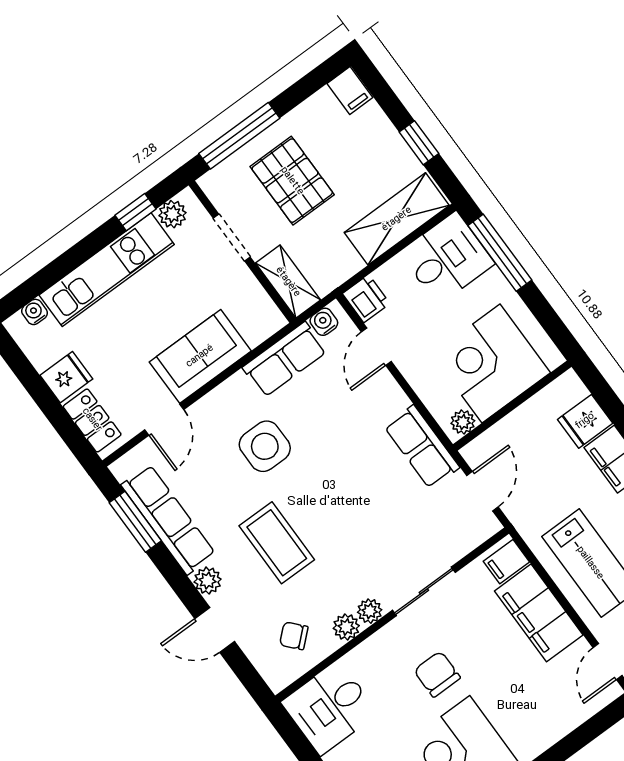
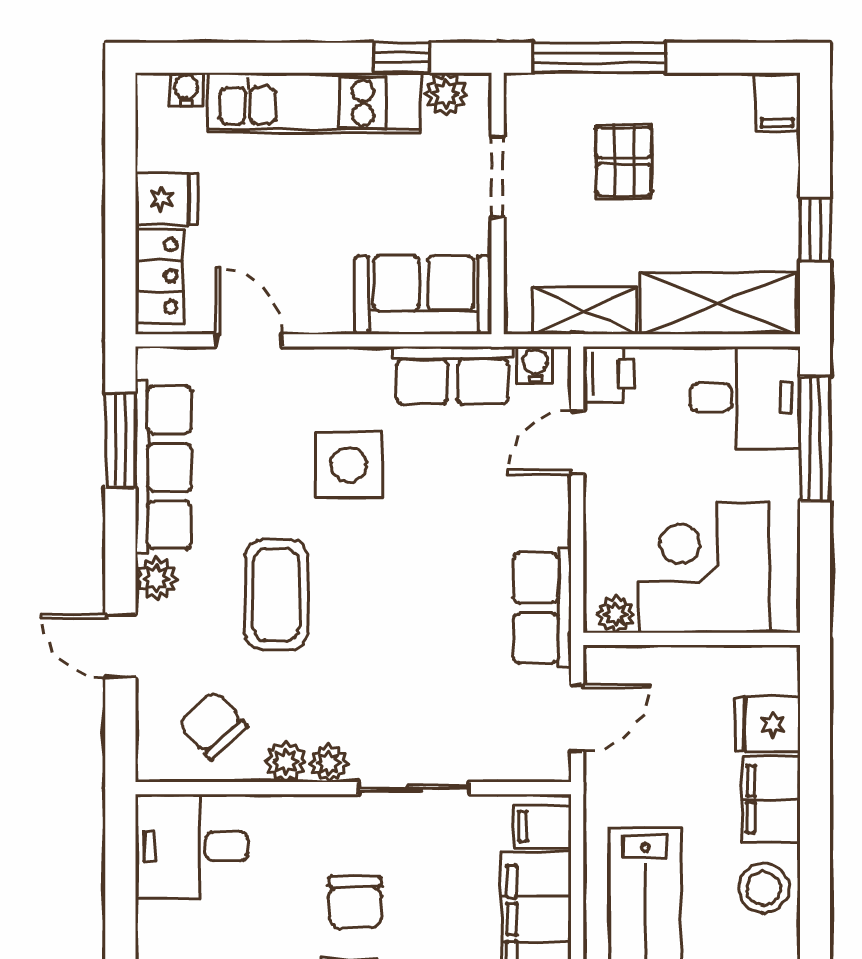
pallet: (292, 181) -> (624, 161), width x0.67, depth x0.71
shelving: (288, 282) -> (585, 311), moved, turned 90
sofa: (200, 356) -> (423, 295), moved
door: (164, 420) -> (249, 340), swing flipped
chair: (294, 636) -> (213, 725), width x1.37, depth x1.37
chair: (437, 674) -> (355, 902), turned 180

